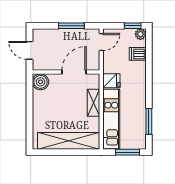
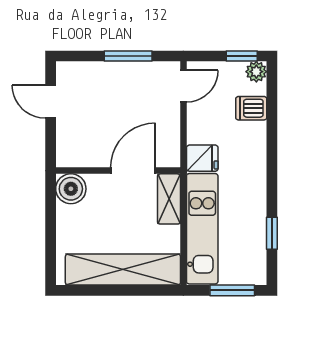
wall: (66, 72) -> (118, 171), moved
door: (74, 72) -> (133, 171), moved
boiler: (40, 82) -> (71, 189), moved
window: (149, 121) -> (272, 233), width x0.67

